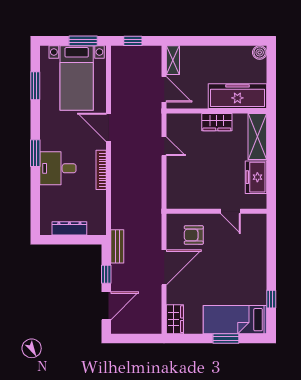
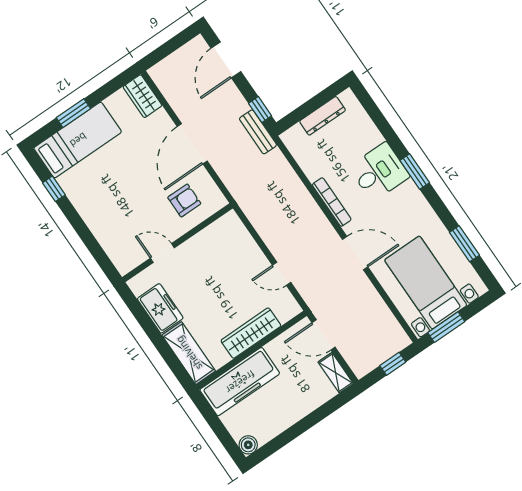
wardrobe: (217, 122) -> (251, 333), width x1.50
window: (106, 274) -> (260, 110), moved

